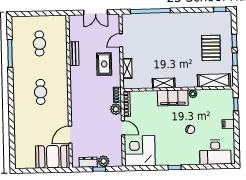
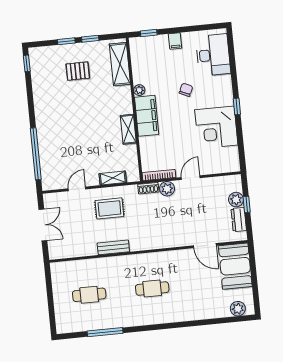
door: (121, 40) -> (77, 189), swing flipped
pallet: (211, 48) -> (78, 71), width x0.67, depth x0.71
bench: (74, 54) -> (113, 247), moved
corner desk: (140, 151) -> (216, 127), moved
plant: (20, 156) -> (238, 309), added

